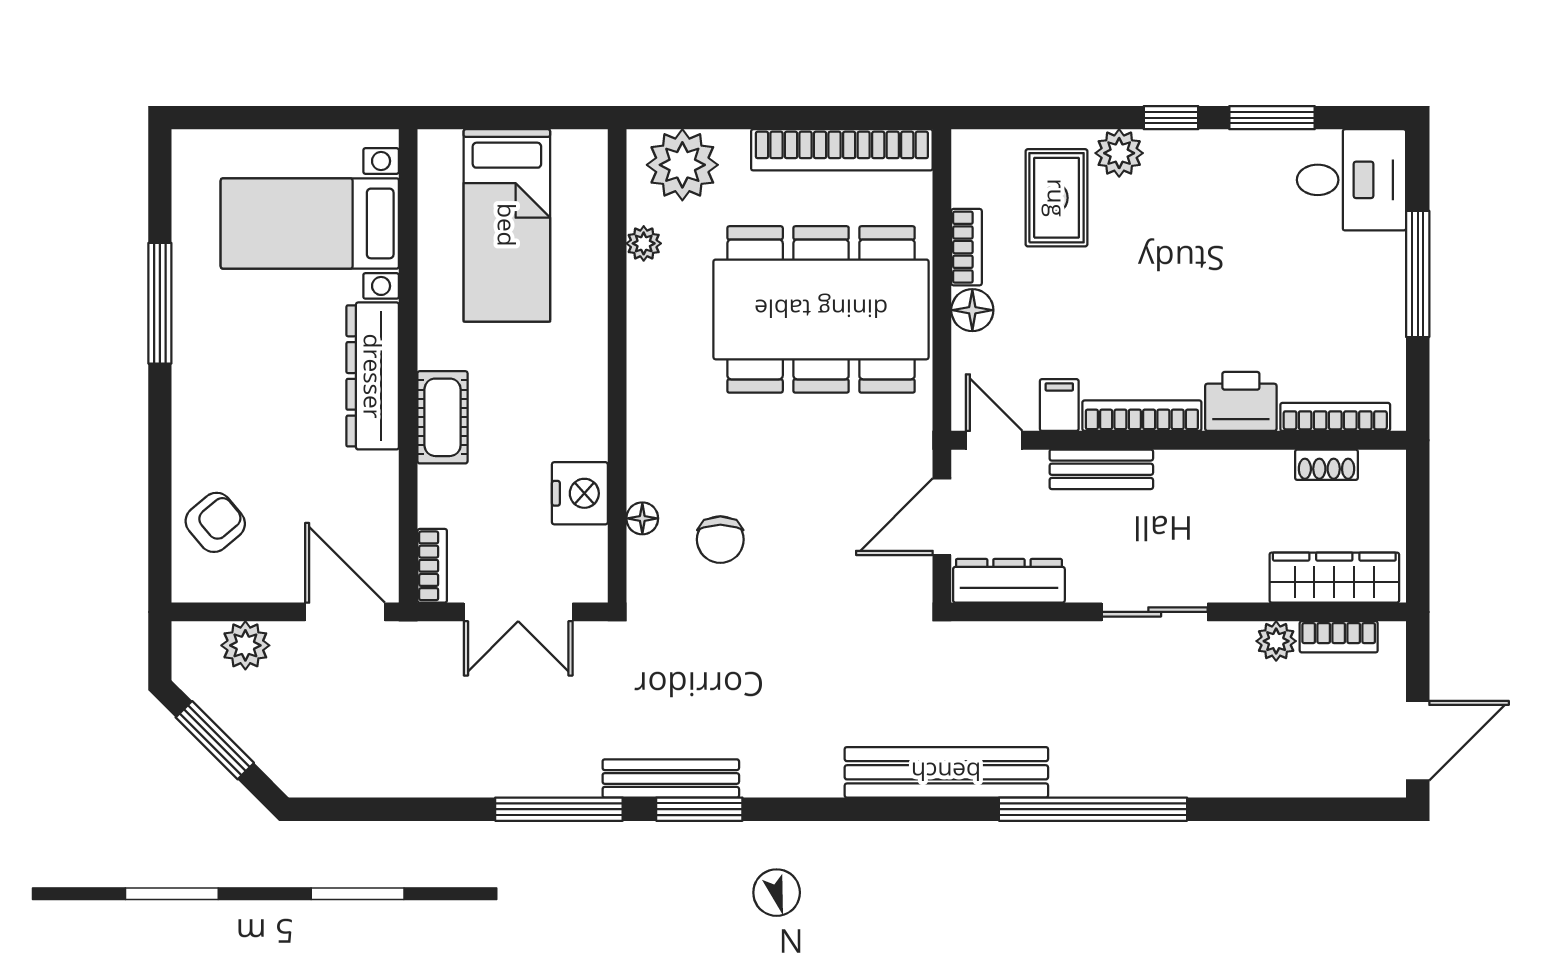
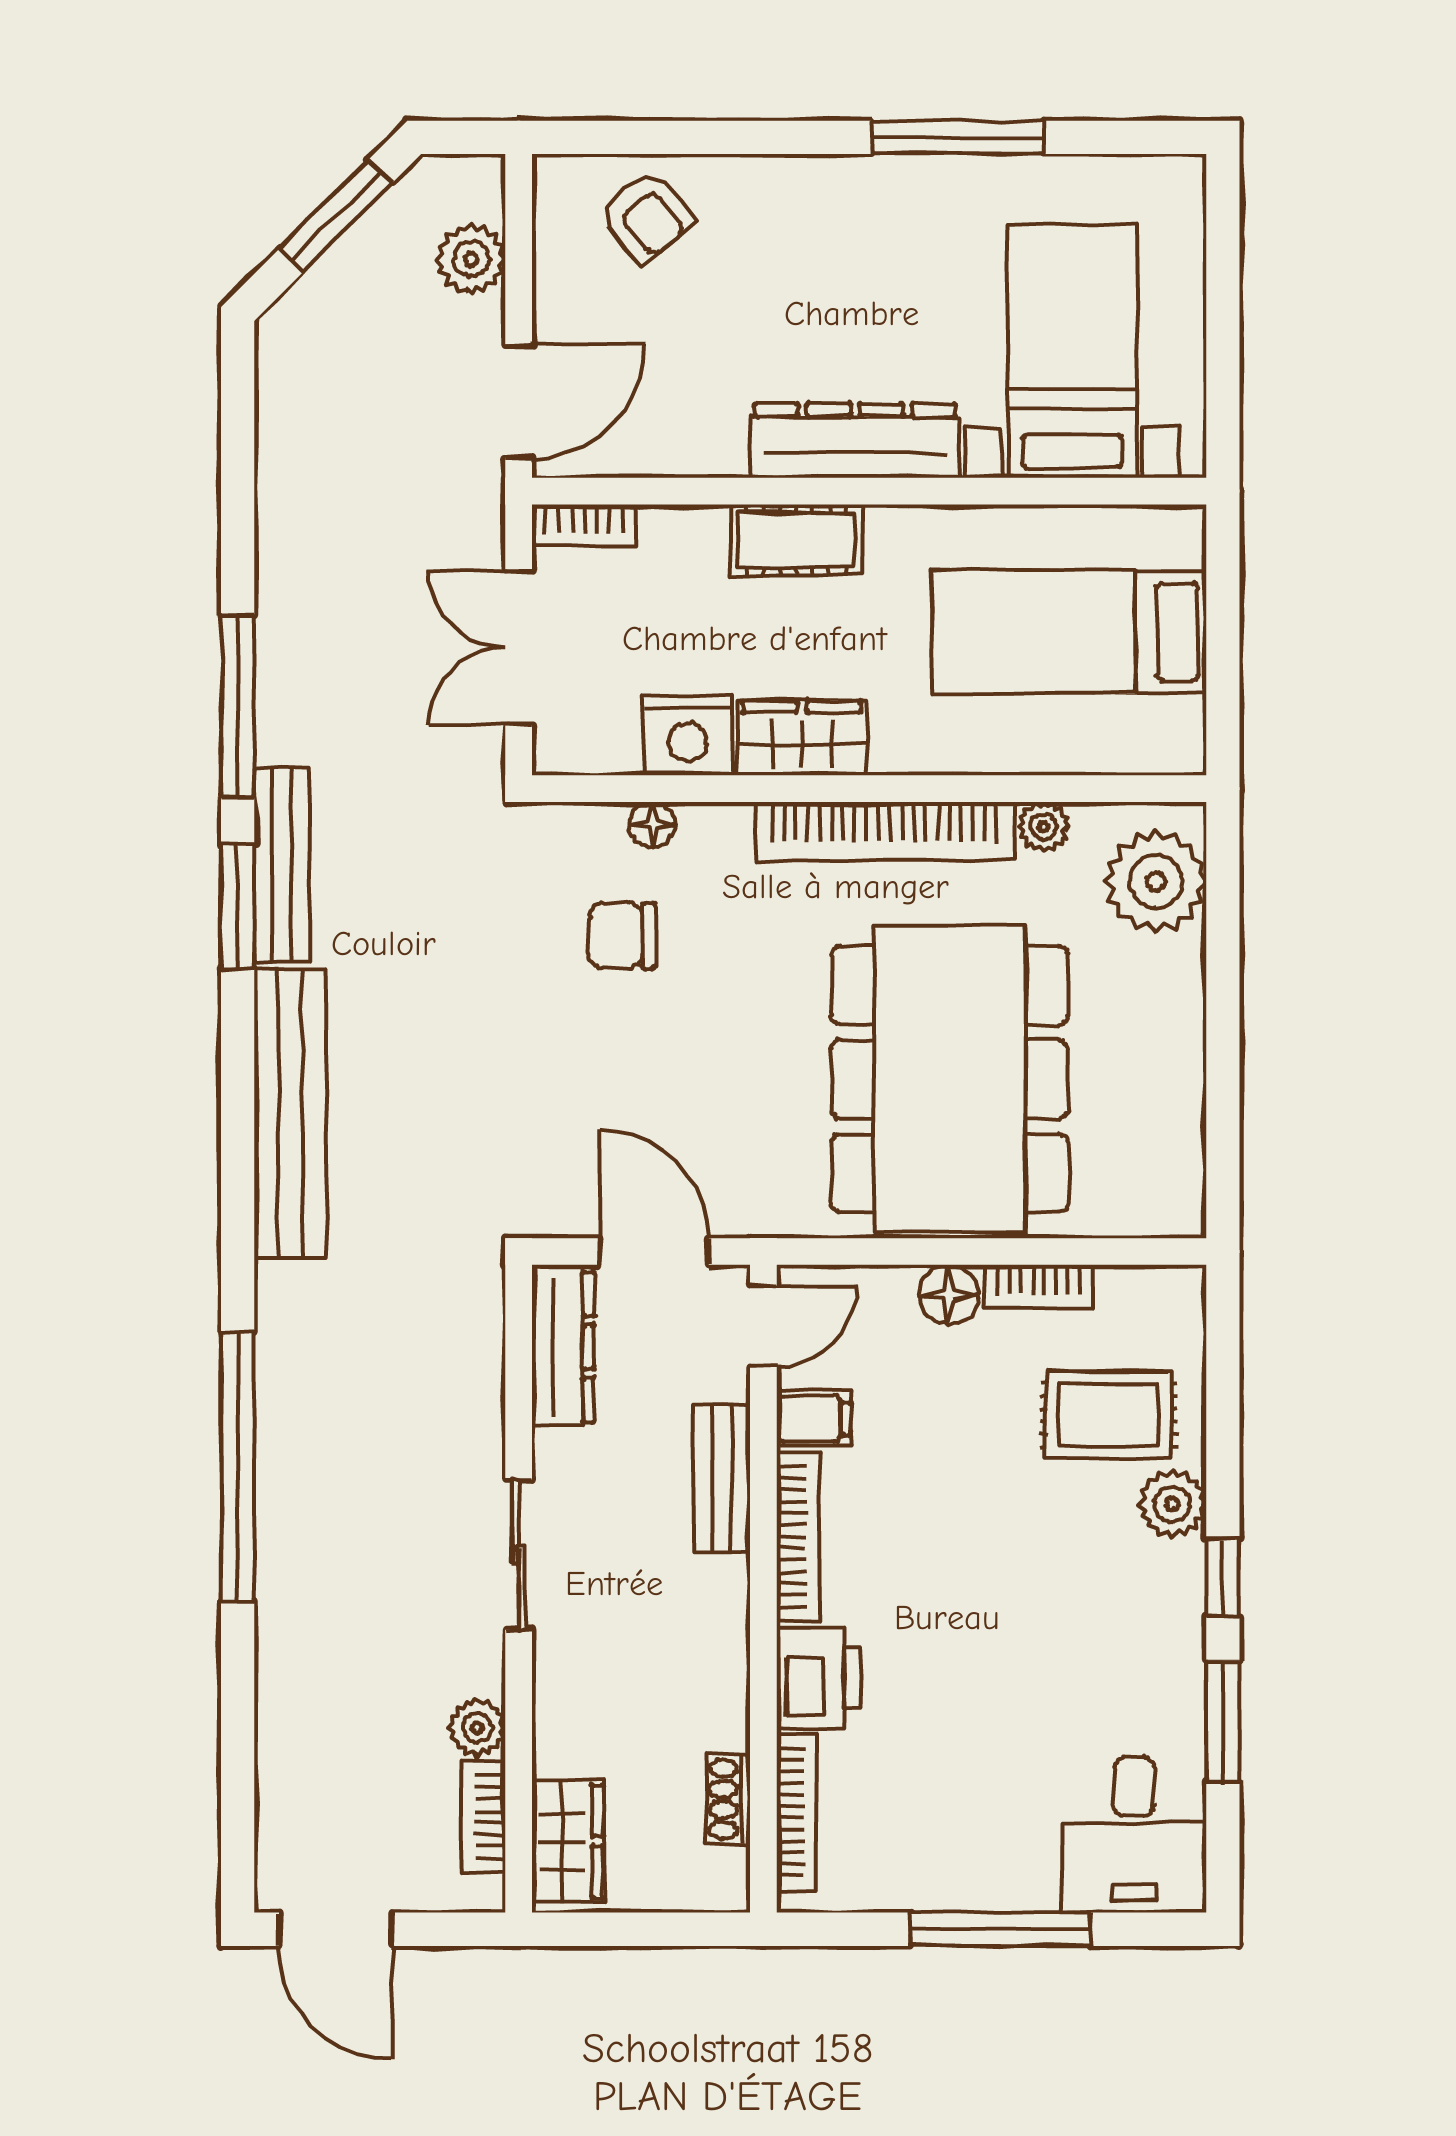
bookcase: (842, 150) -> (884, 831), moved, turned -90
wardrobe: (581, 413) -> (802, 738), added
wardrobe: (1334, 578) -> (568, 1841), width x0.67
bench: (946, 772) -> (290, 1113), moved

